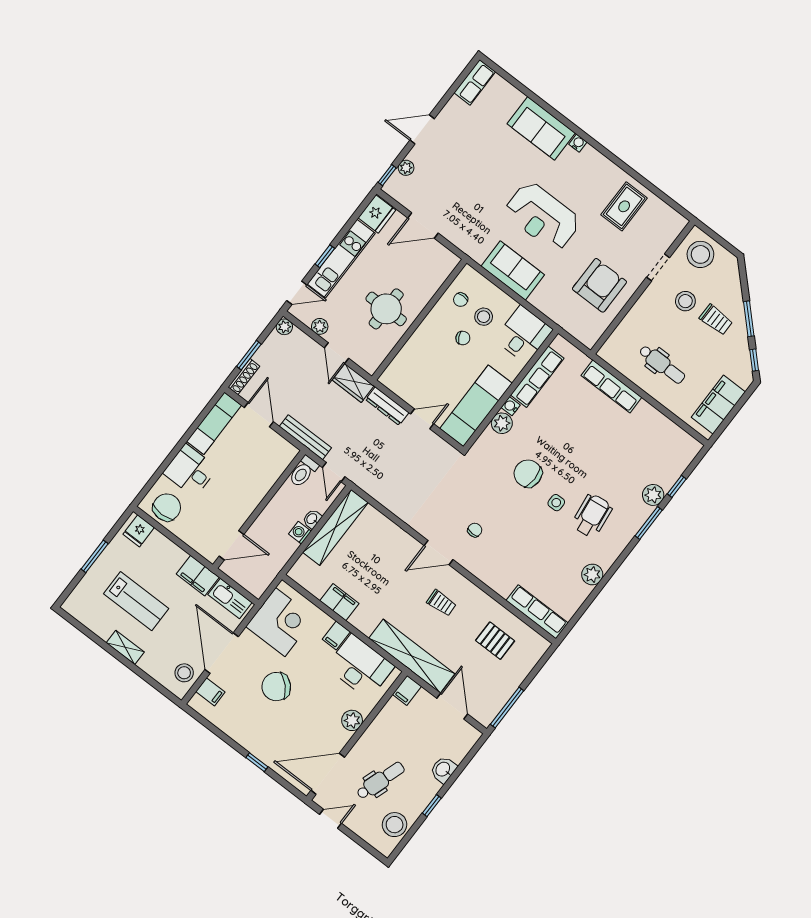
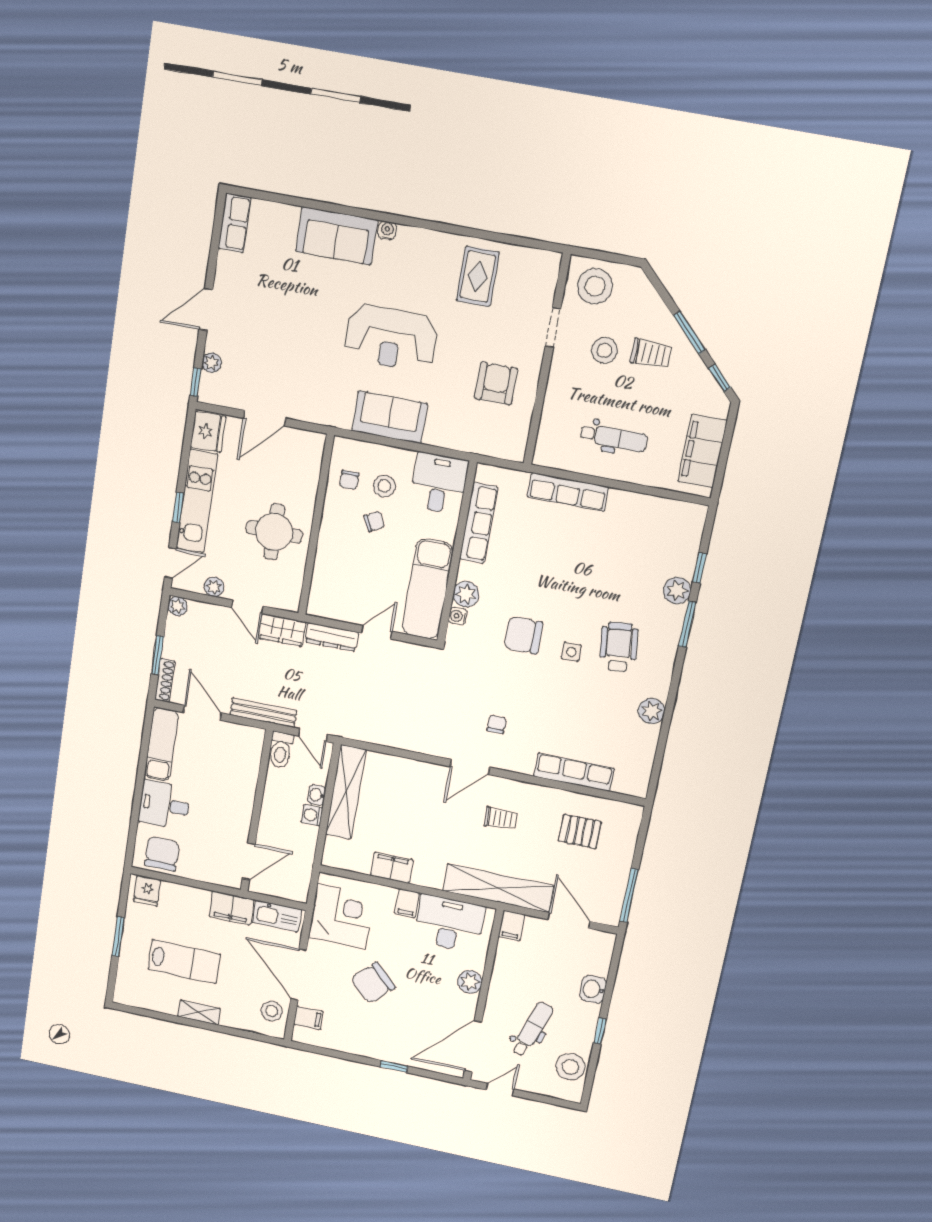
armchair: (599, 285) -> (496, 383), width x0.73, depth x0.73
water cooler: (511, 406) -> (458, 616), moved
row of seats: (537, 612) -> (574, 772), moved

